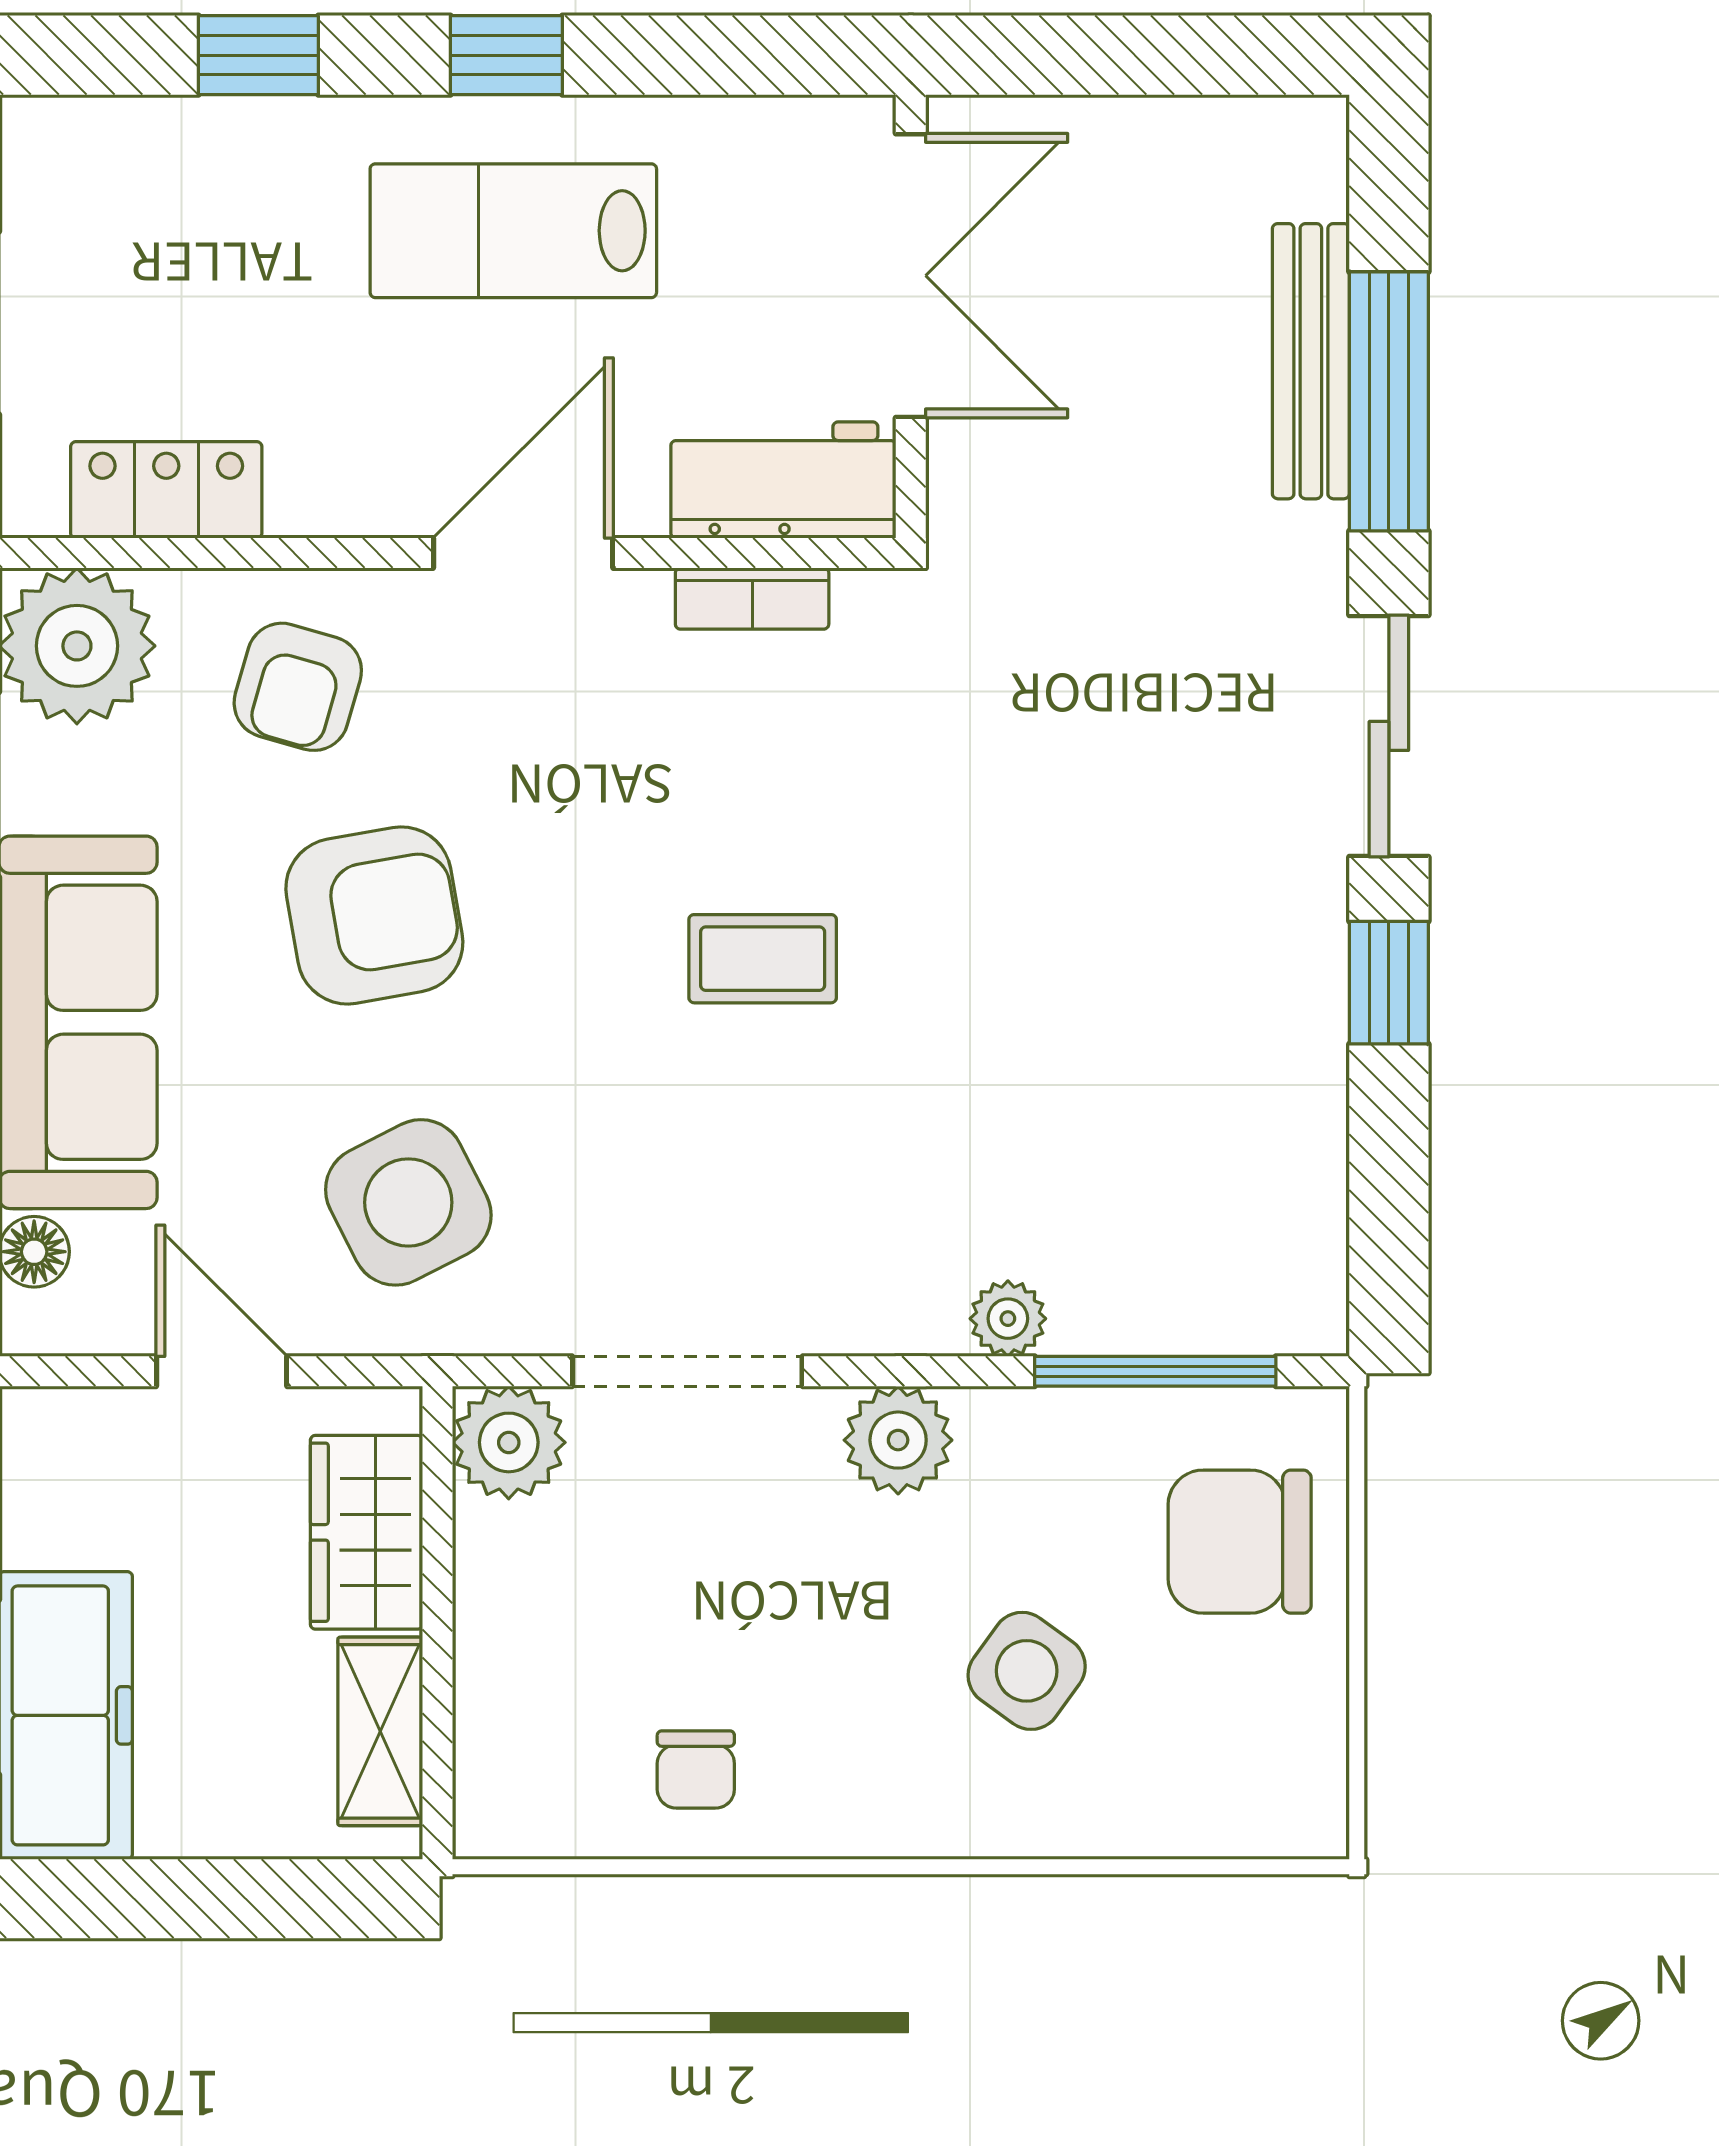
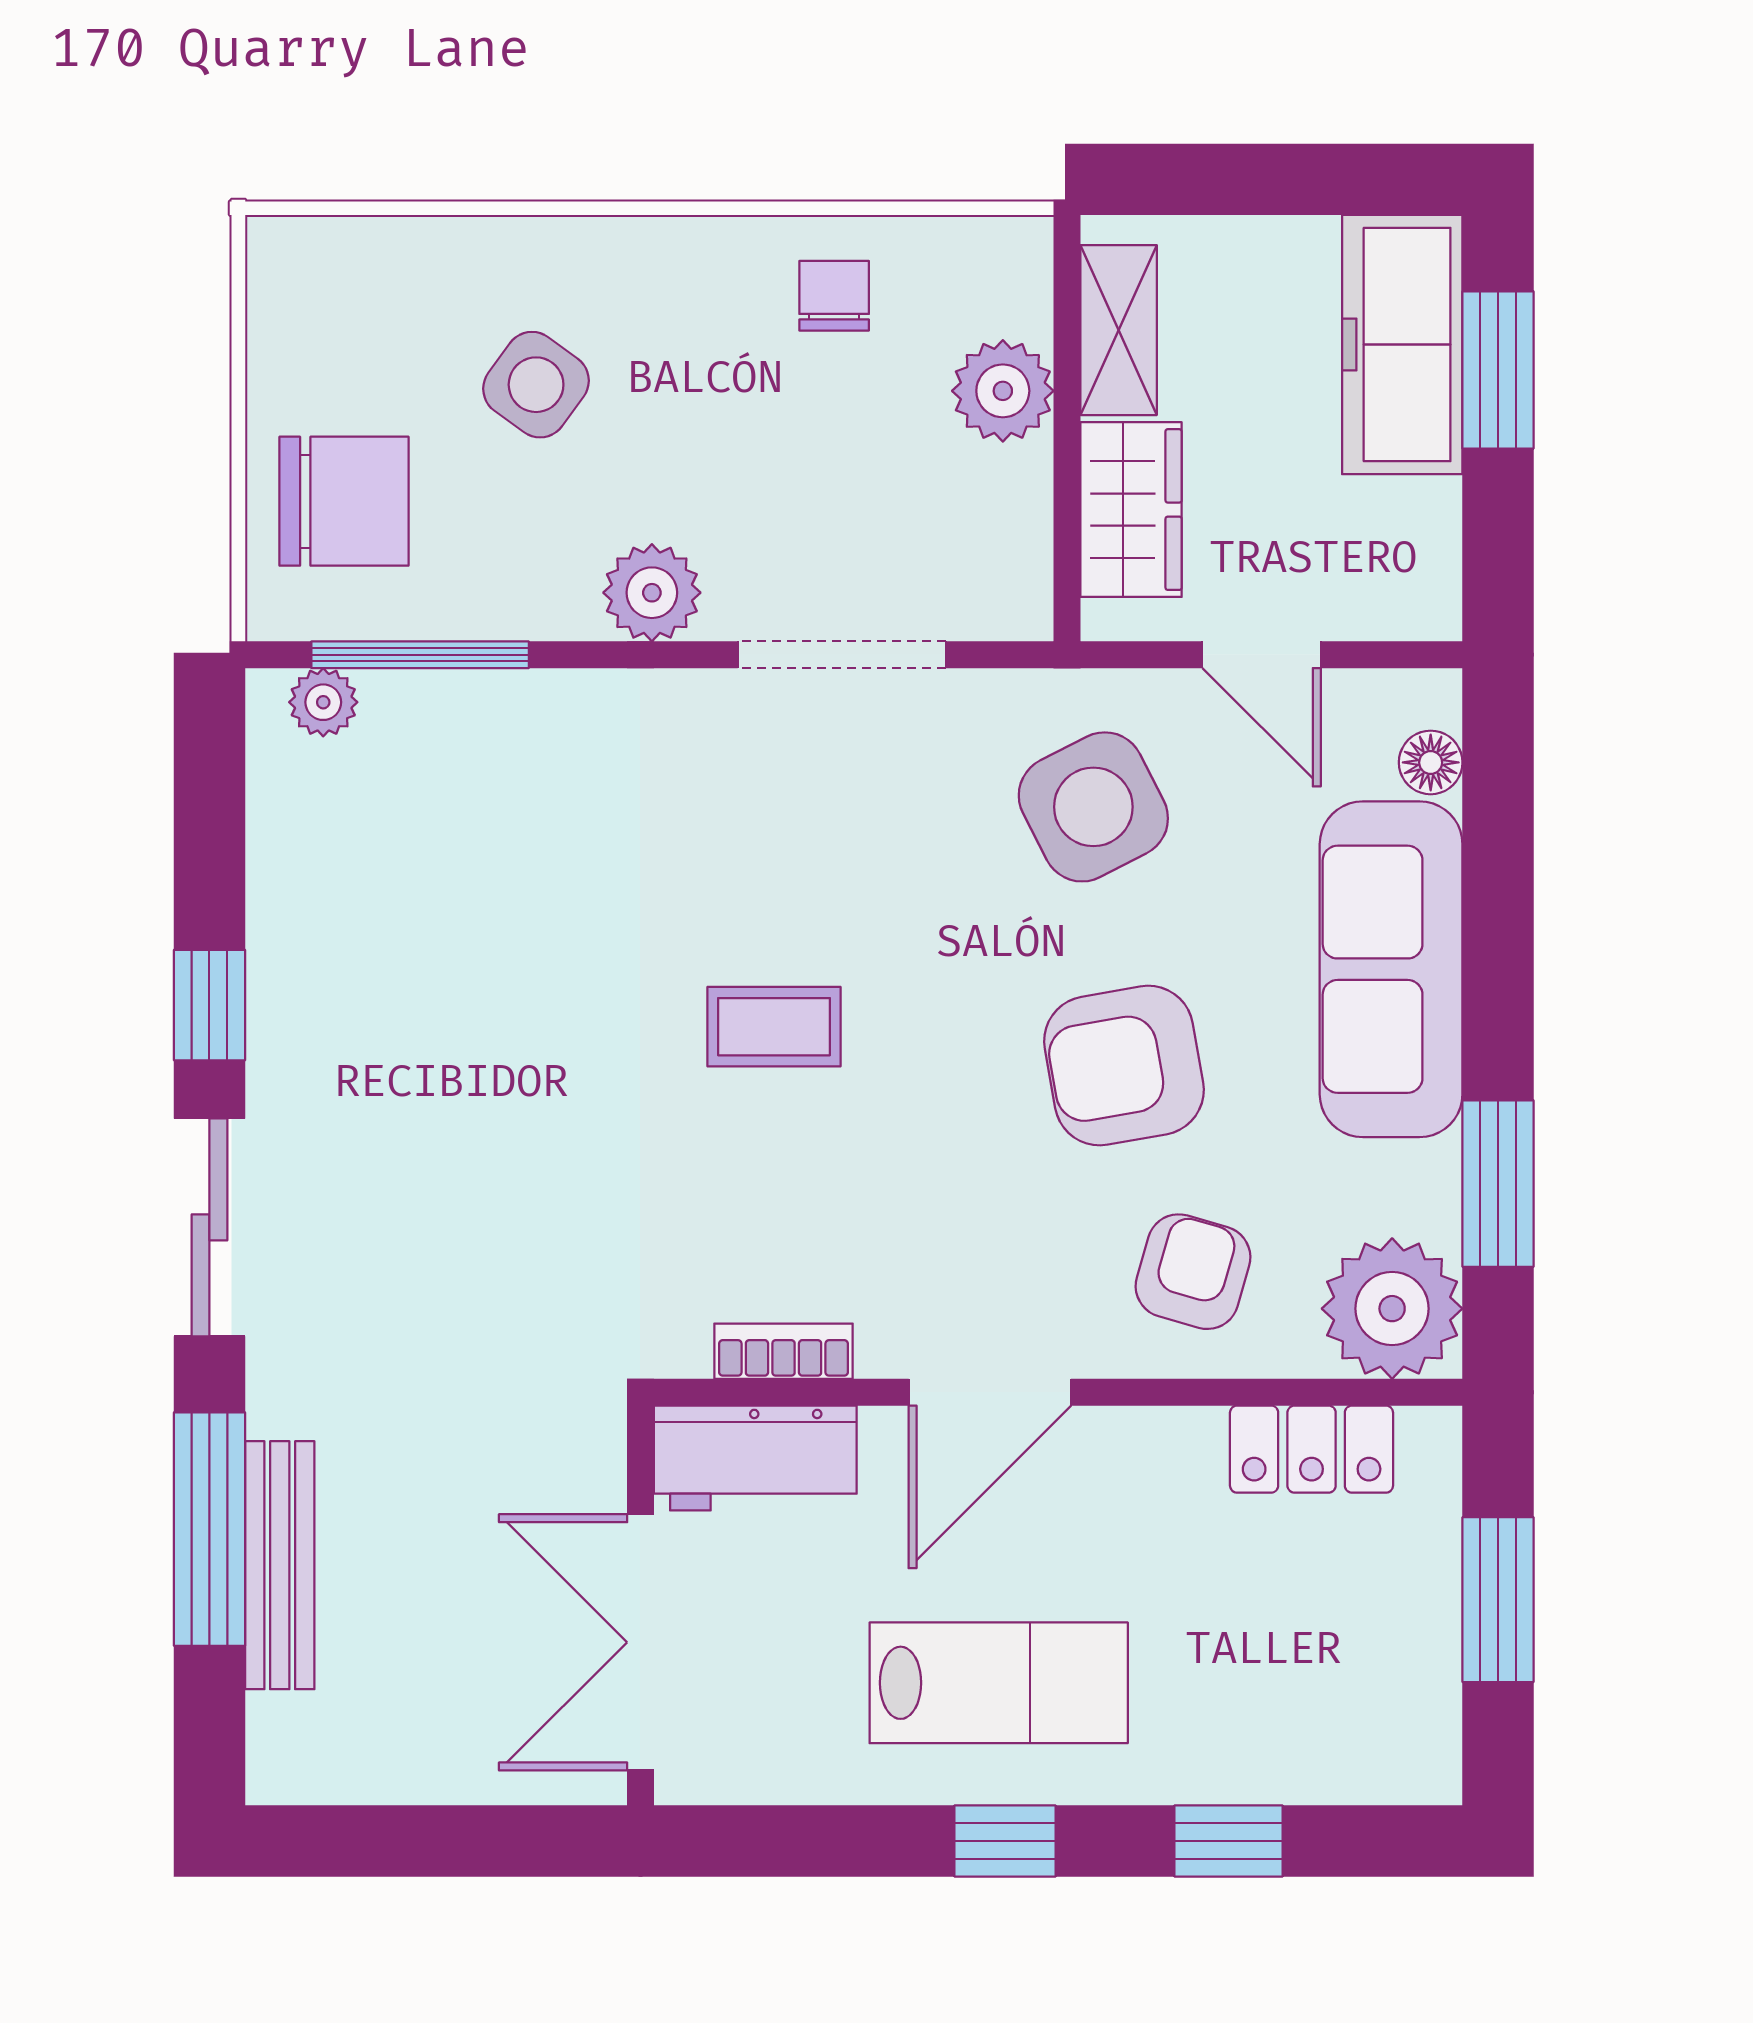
plant: (1008, 1319) -> (323, 702), moved
plant: (509, 1442) -> (1003, 391), moved

